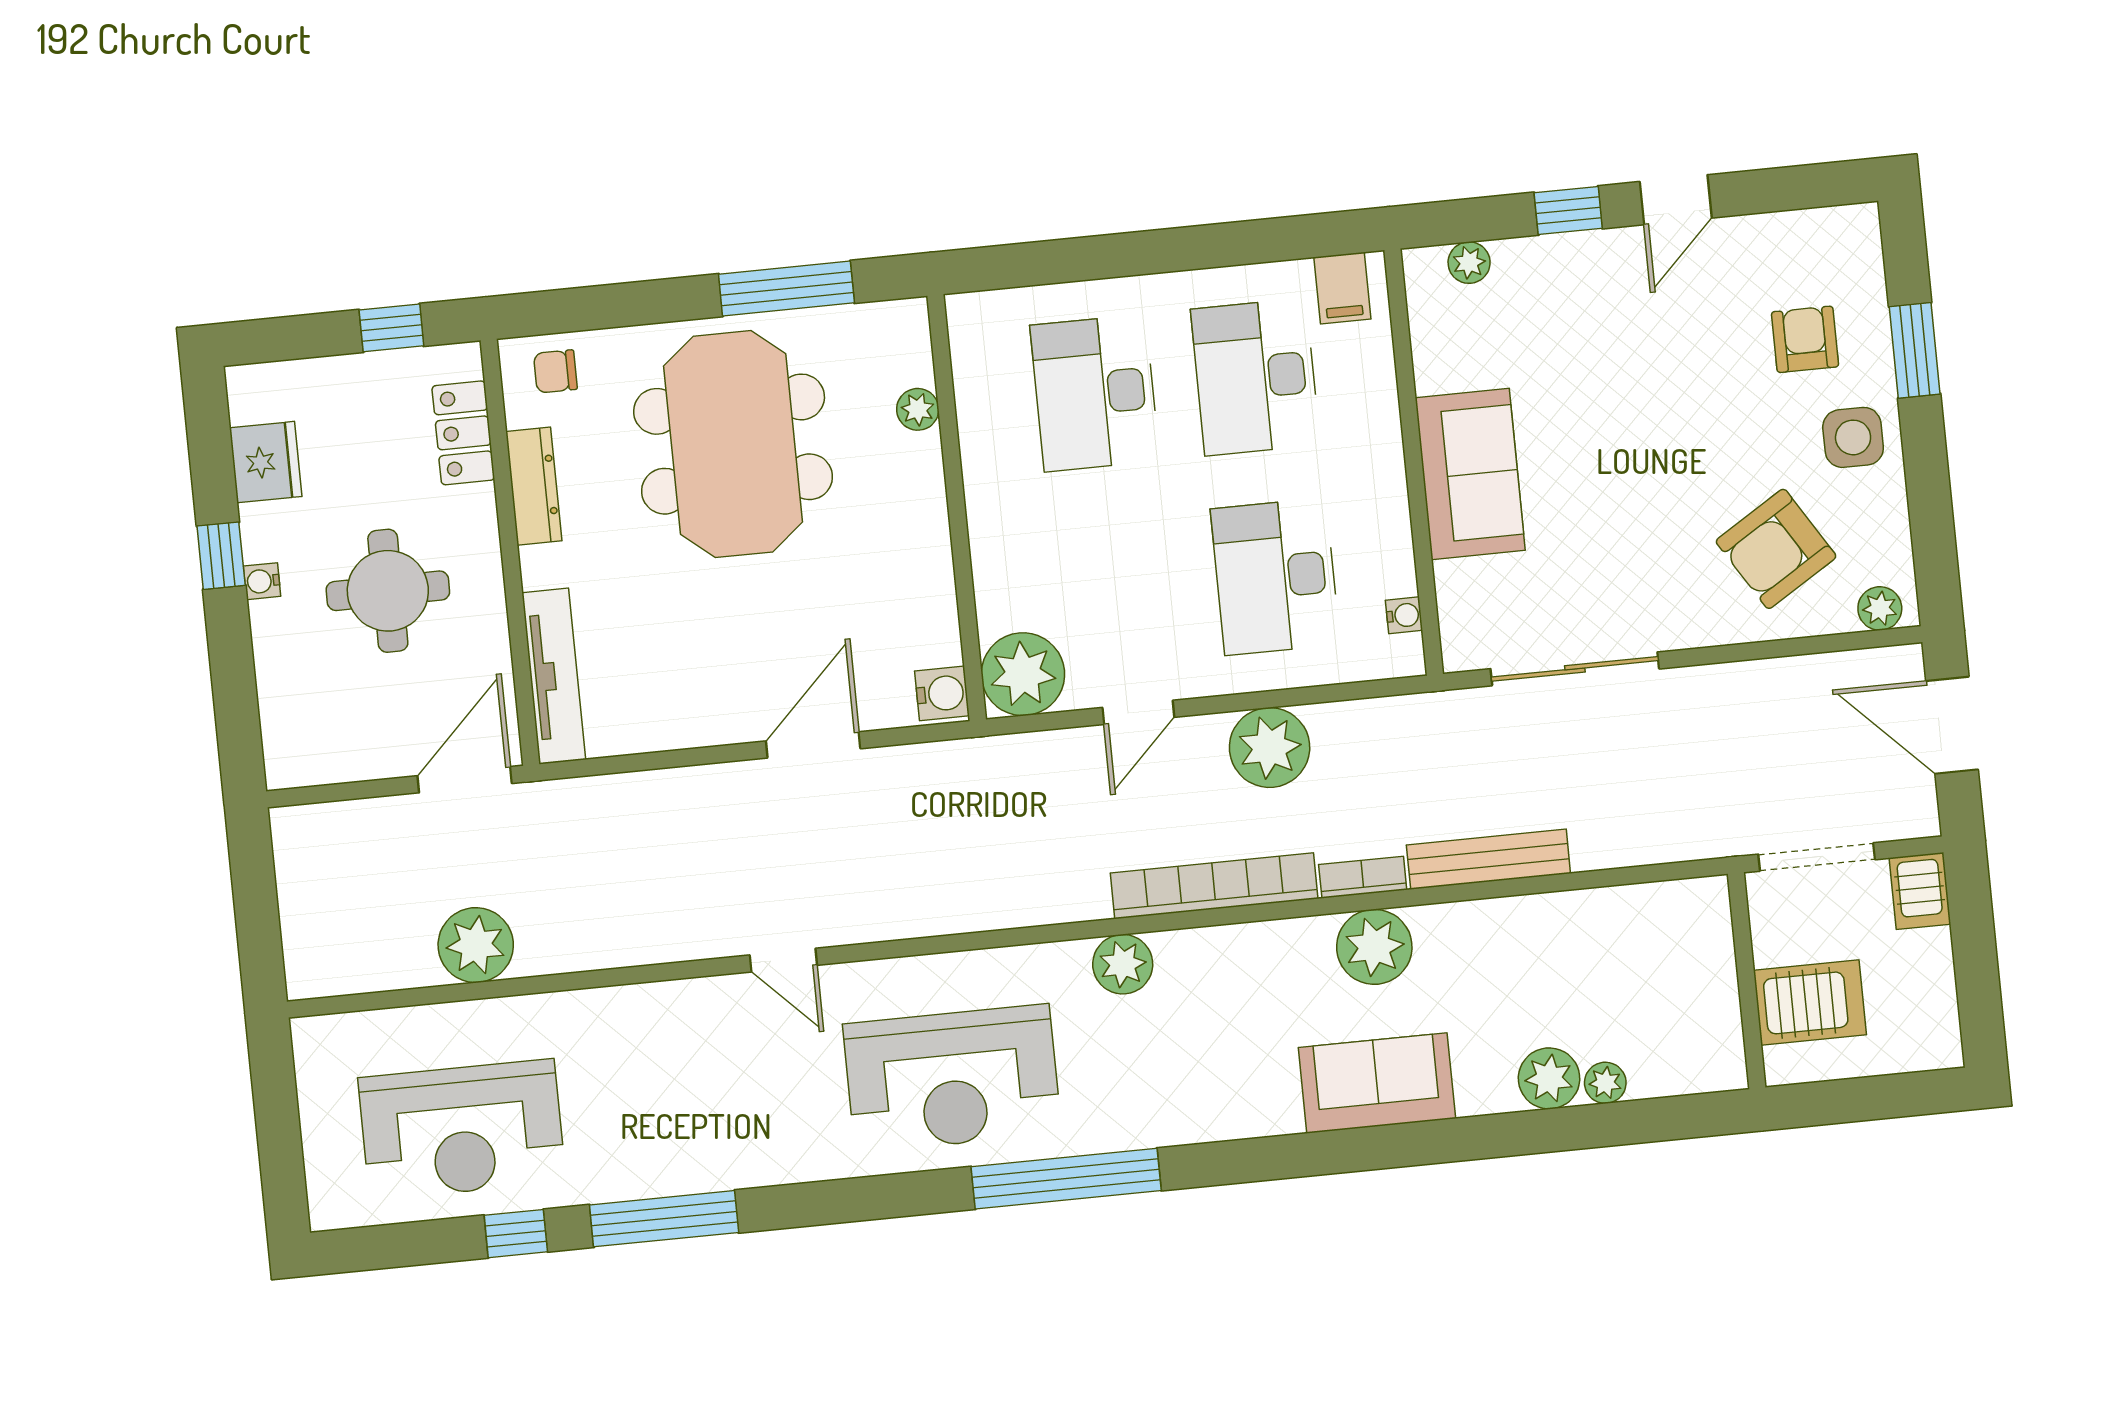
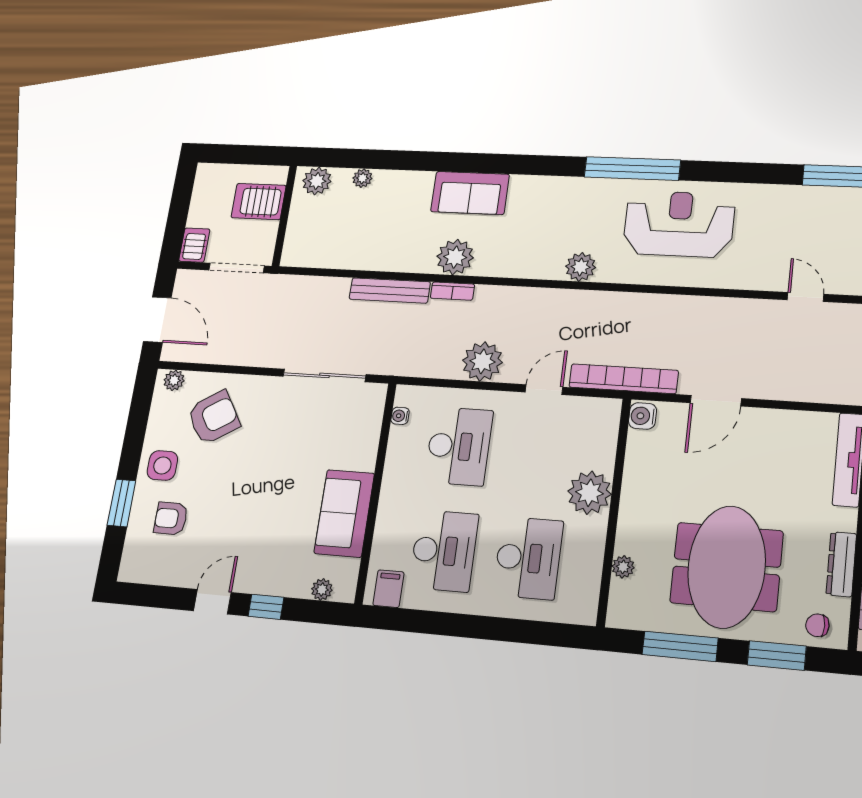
window: (616, 306) -> (777, 656), added
armchair: (1805, 339) -> (171, 518), turned 90
chair: (555, 371) -> (817, 625), turned 180
sofa: (1470, 474) -> (344, 513), moved
plant: (1023, 674) -> (589, 493), moved
bookcase: (1214, 886) -> (624, 379), moved, turned 180
door: (783, 960) -> (806, 297), moved
plant: (1549, 1078) -> (317, 181), moved

